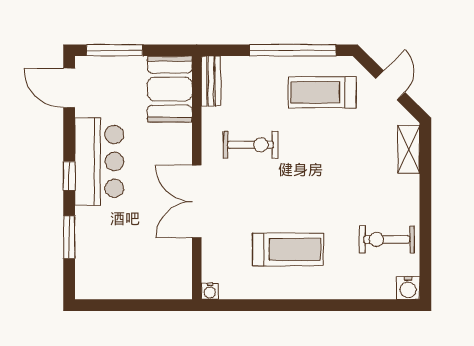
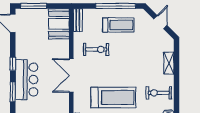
treadmill: (322, 92) -> (118, 25), moved, turned 180
shelving: (409, 149) -> (169, 63), moved
bar counter: (99, 161) -> (27, 80), moved
treadmill: (288, 249) -> (113, 98), width x1.37, depth x1.37

